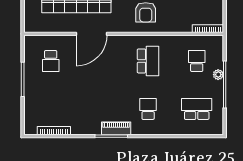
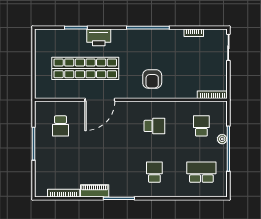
school desk: (148, 61) -> (154, 126), width x0.54
piano: (116, 128) -> (95, 191), moved

